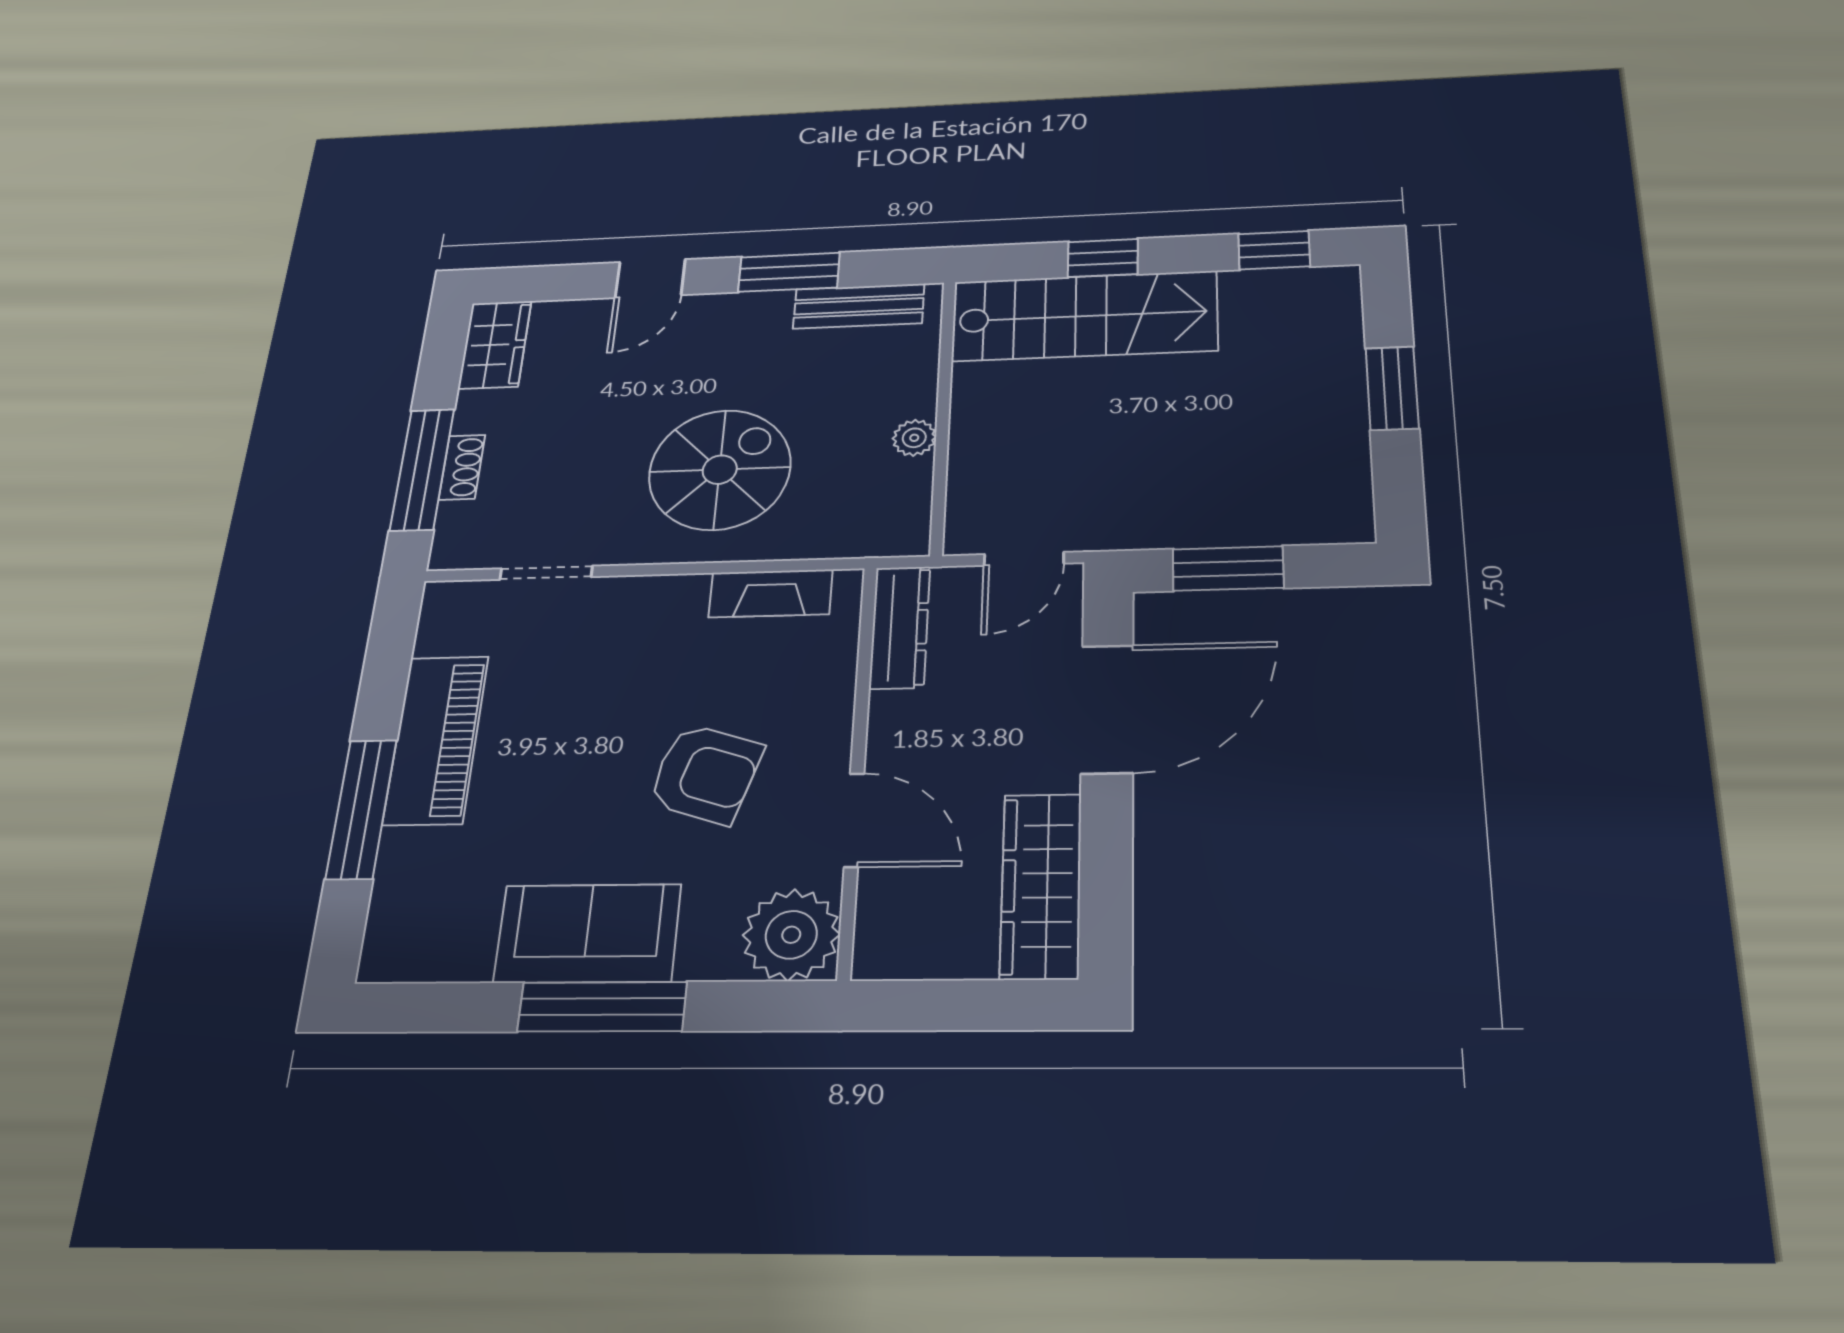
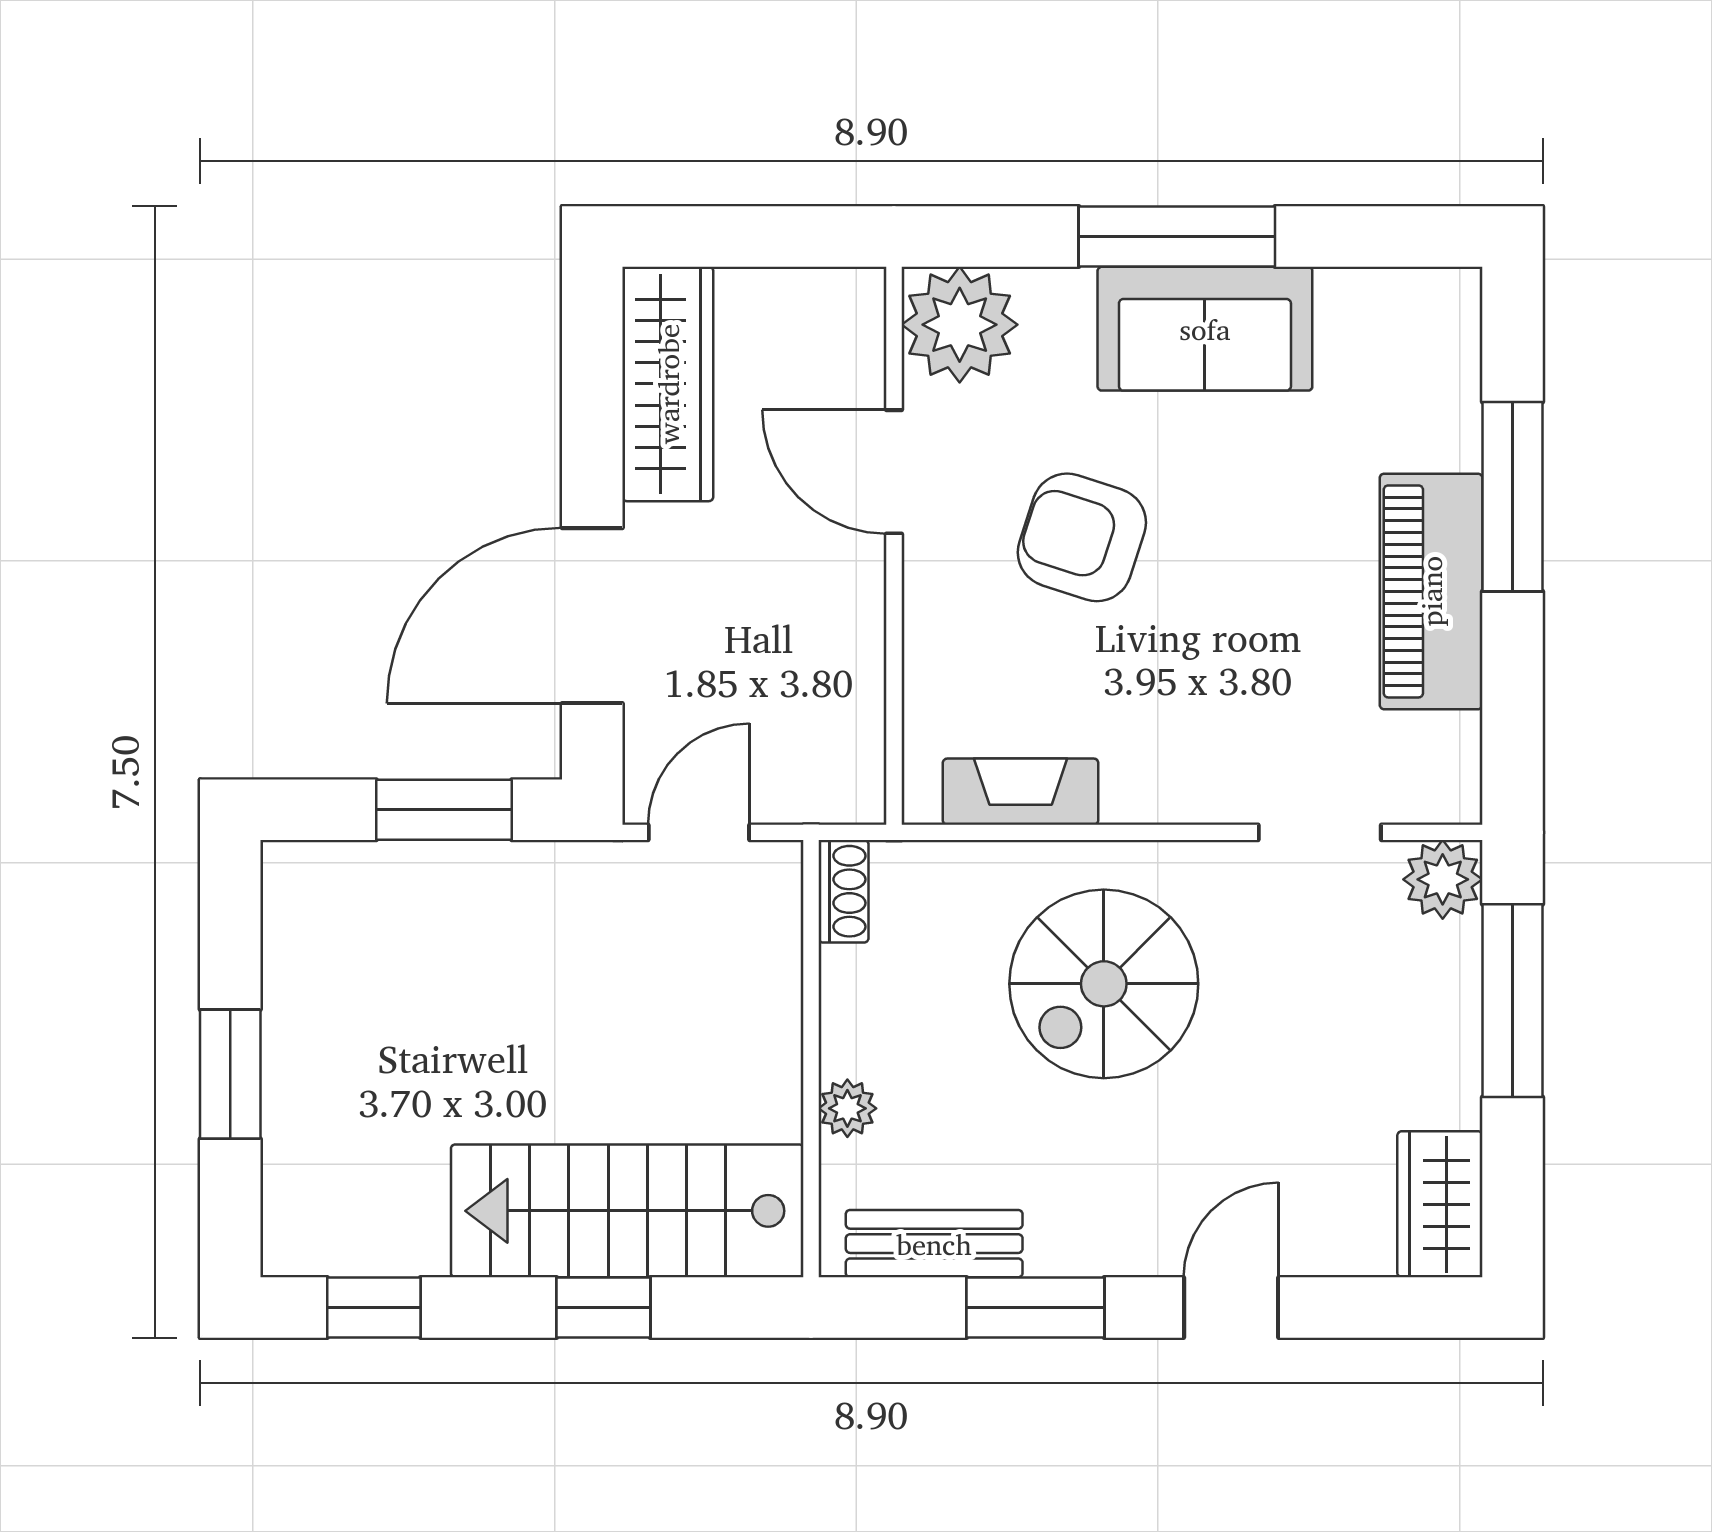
plant: (914, 438) -> (847, 1108), moved
shoe rack: (462, 467) -> (843, 891), moved, turned 180
plant: (460, 545) -> (1443, 879), added
dresser: (900, 627) -> (852, 737), removed

